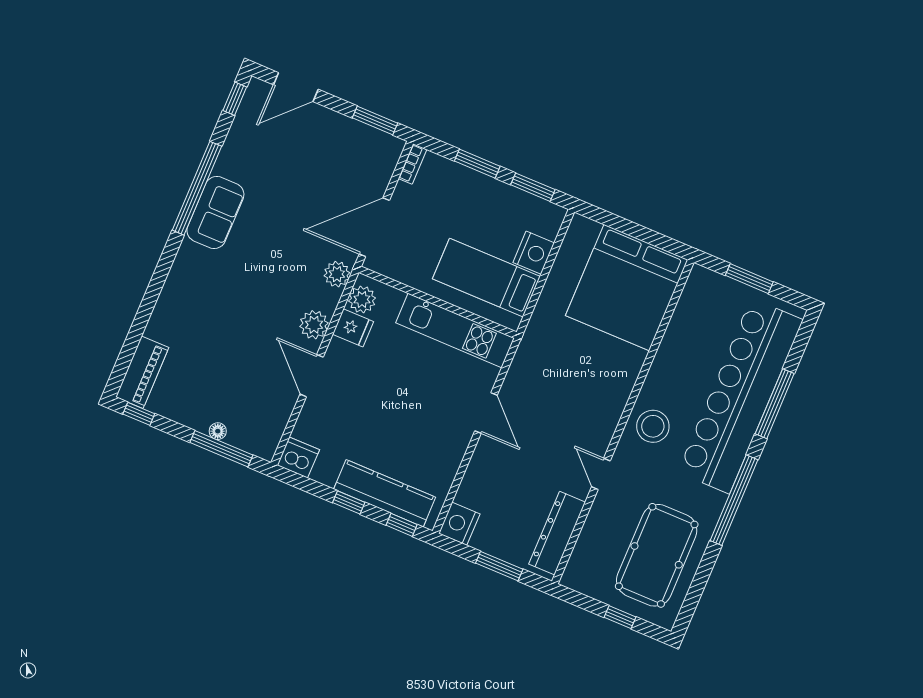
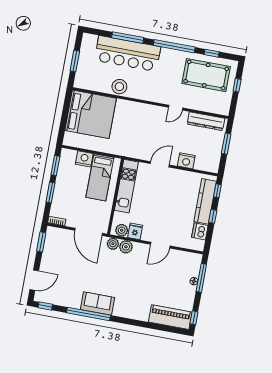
door: (296, 87) -> (34, 280), hinge flipped
plant: (314, 325) -> (126, 247), moved
piano: (142, 372) -> (170, 317), width x1.37, depth x1.33
bar counter: (740, 396) -> (128, 54), width x0.73
stool: (653, 426) -> (119, 87), moved
dishwasher: (298, 458) -> (200, 231), moved
nightstand: (459, 524) -> (186, 161), moved
window: (701, 578) -> (212, 53), added

